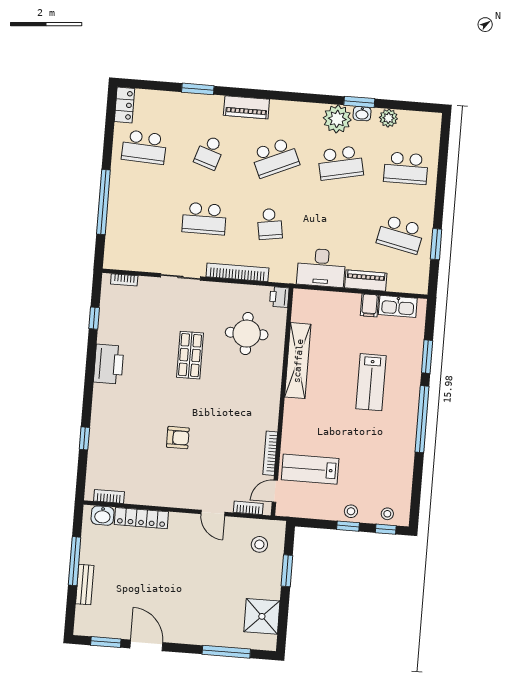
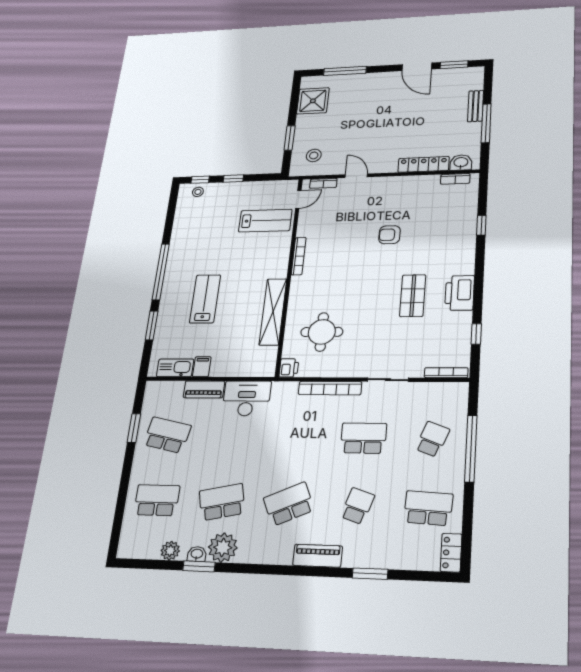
school desk: (270, 224) -> (432, 439), moved, turned 30
bookcase: (124, 280) -> (446, 373), width x1.56
shop shelf: (190, 355) -> (413, 296), moved
bookcase: (270, 453) -> (299, 256), moved
stool: (351, 511) -> (230, 190), removed

